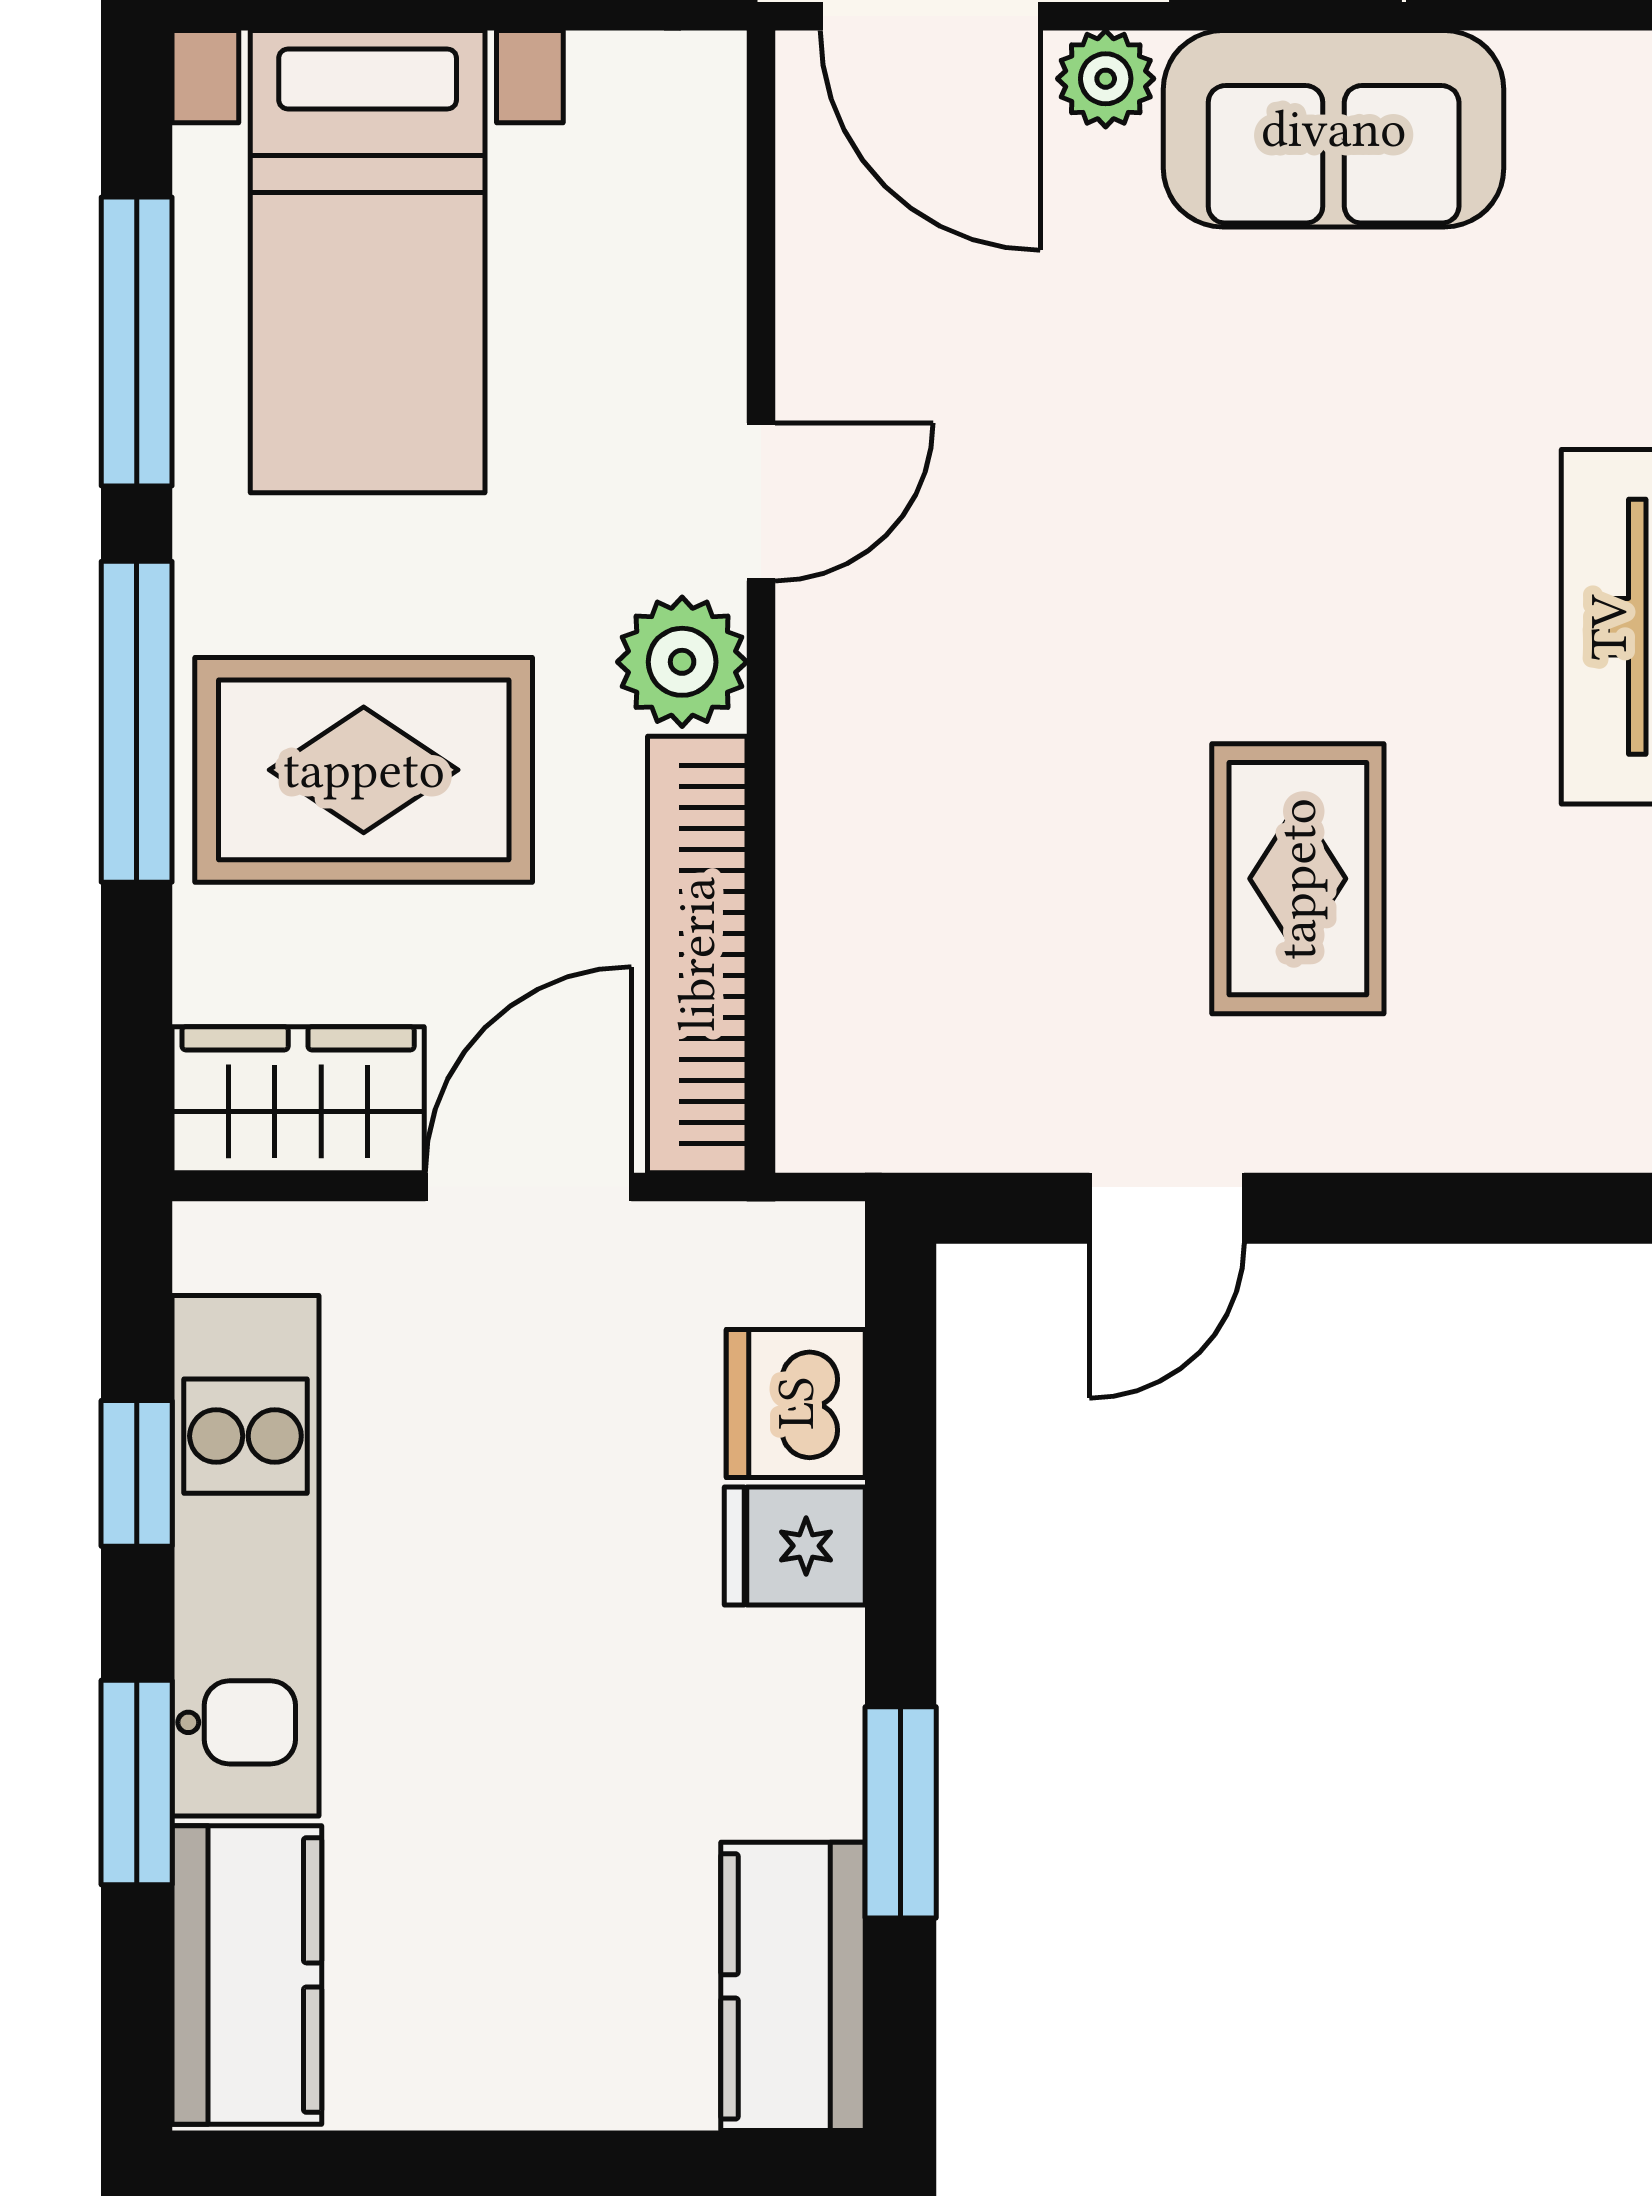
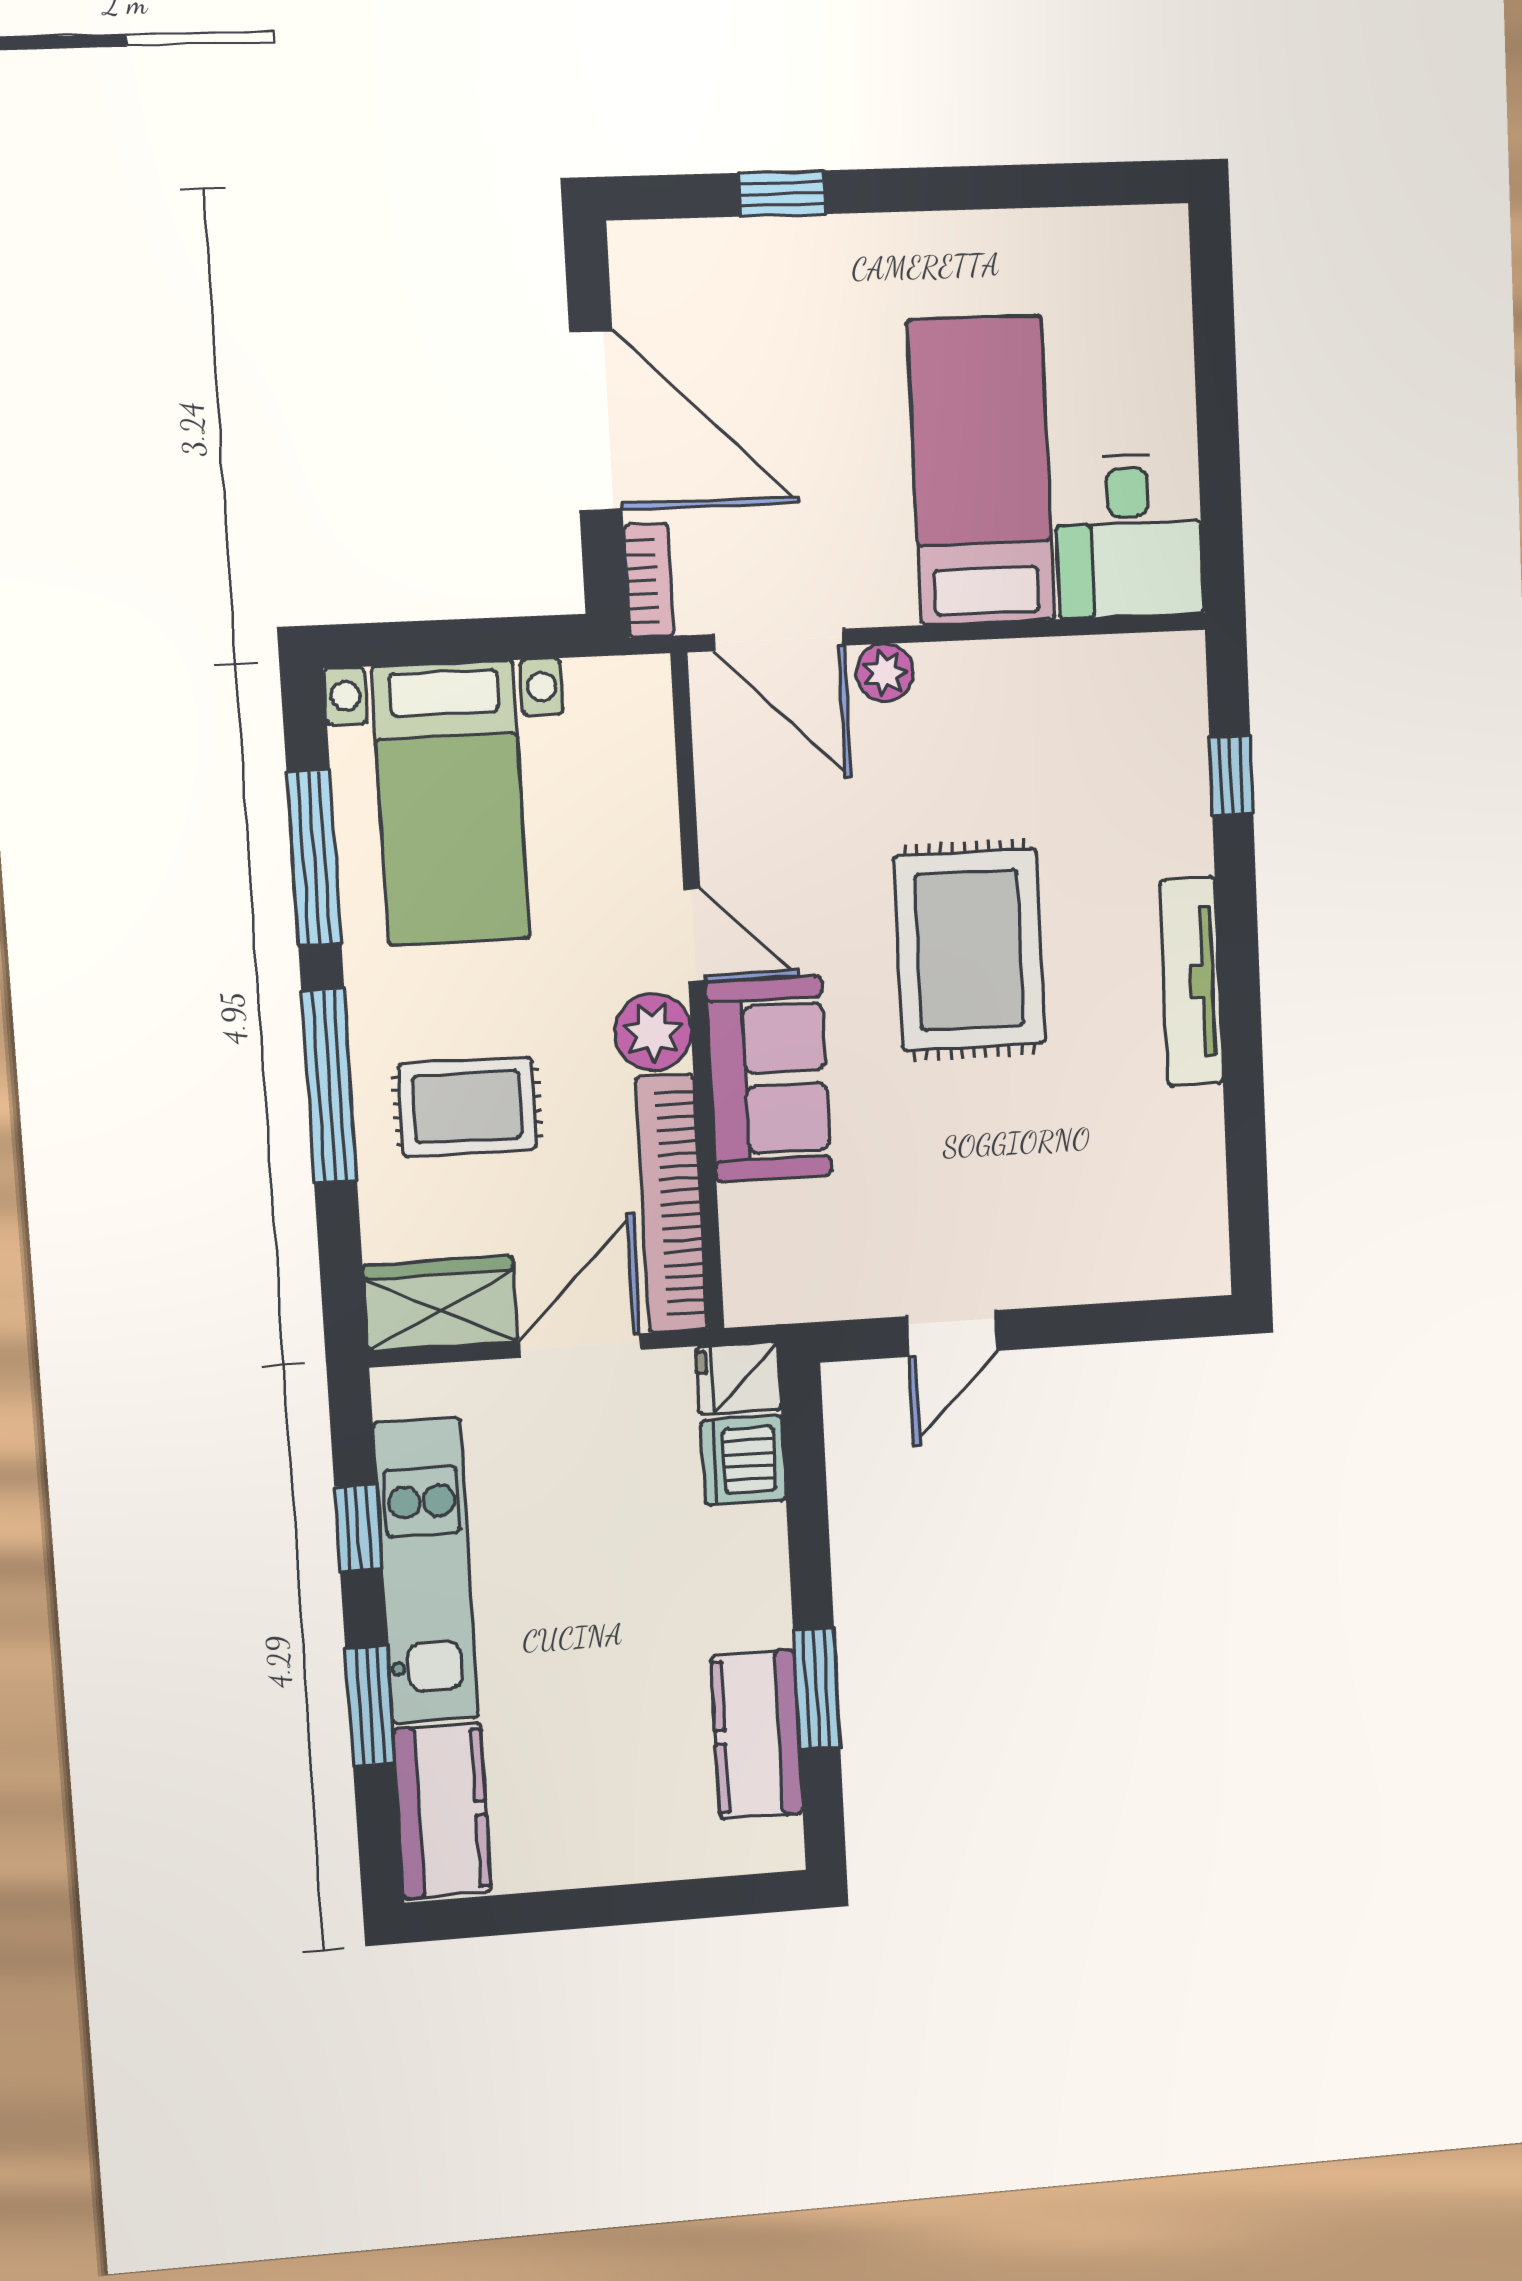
sofa: (1334, 129) -> (769, 1079), moved, turned -90
door: (761, 502) -> (694, 935), hinge flipped
rug: (364, 770) -> (467, 1107), width x0.73, depth x0.70
rug: (1298, 879) -> (969, 950), moved, width x1.36, depth x1.43
fridge: (795, 1546) -> (738, 1378), moved
kitchen counter: (793, 1986) -> (757, 1735), moved

